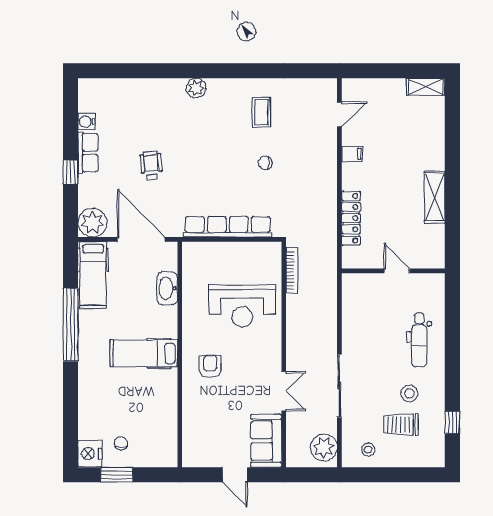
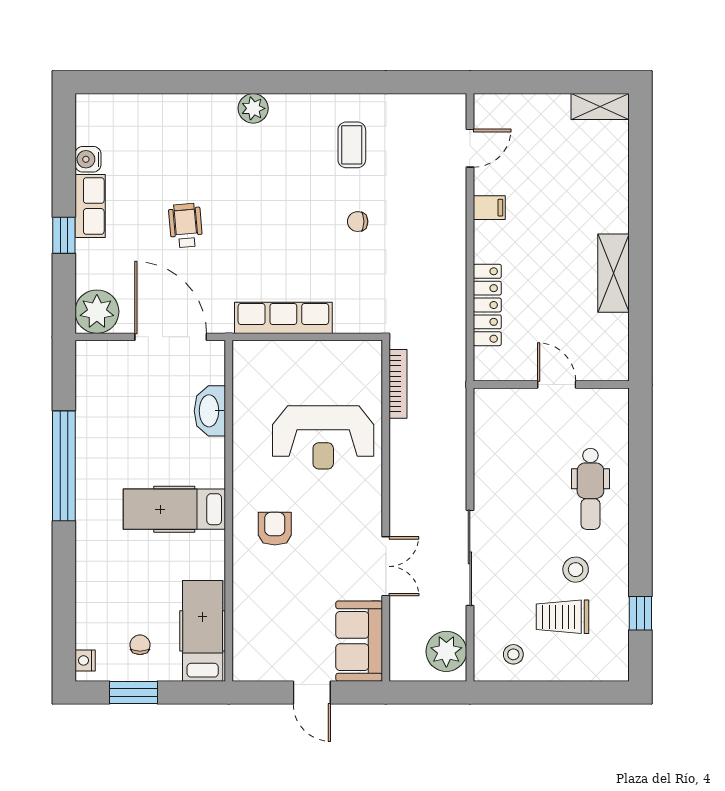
row of seats: (228, 227) -> (283, 318), width x0.73
hospital bed: (93, 275) -> (203, 631), moved, turned 180
nightstand: (90, 454) -> (85, 660), width x0.53, depth x0.56

